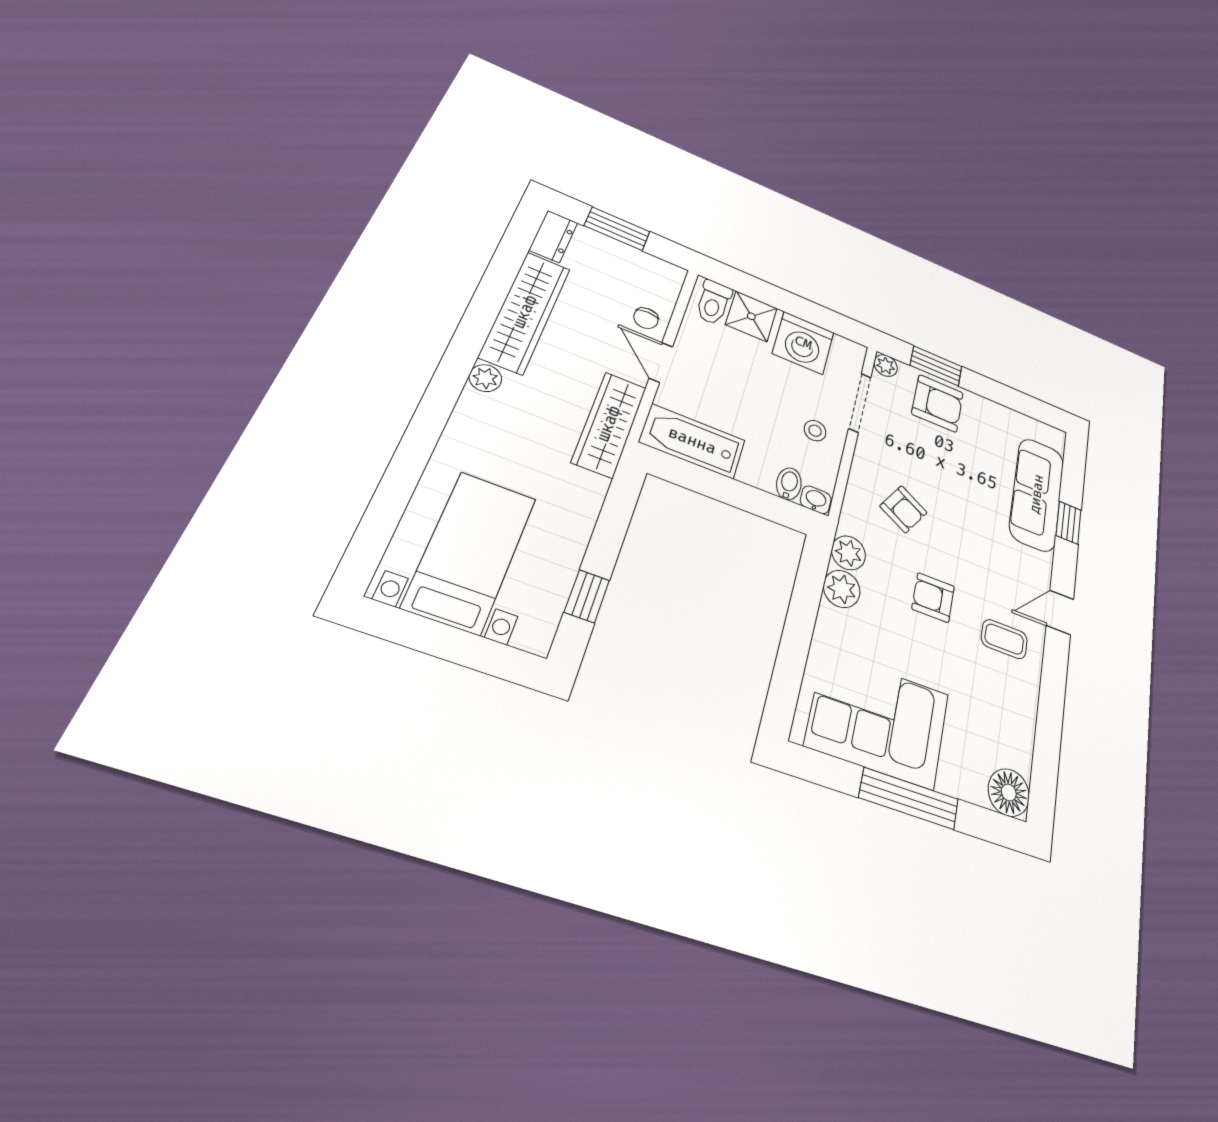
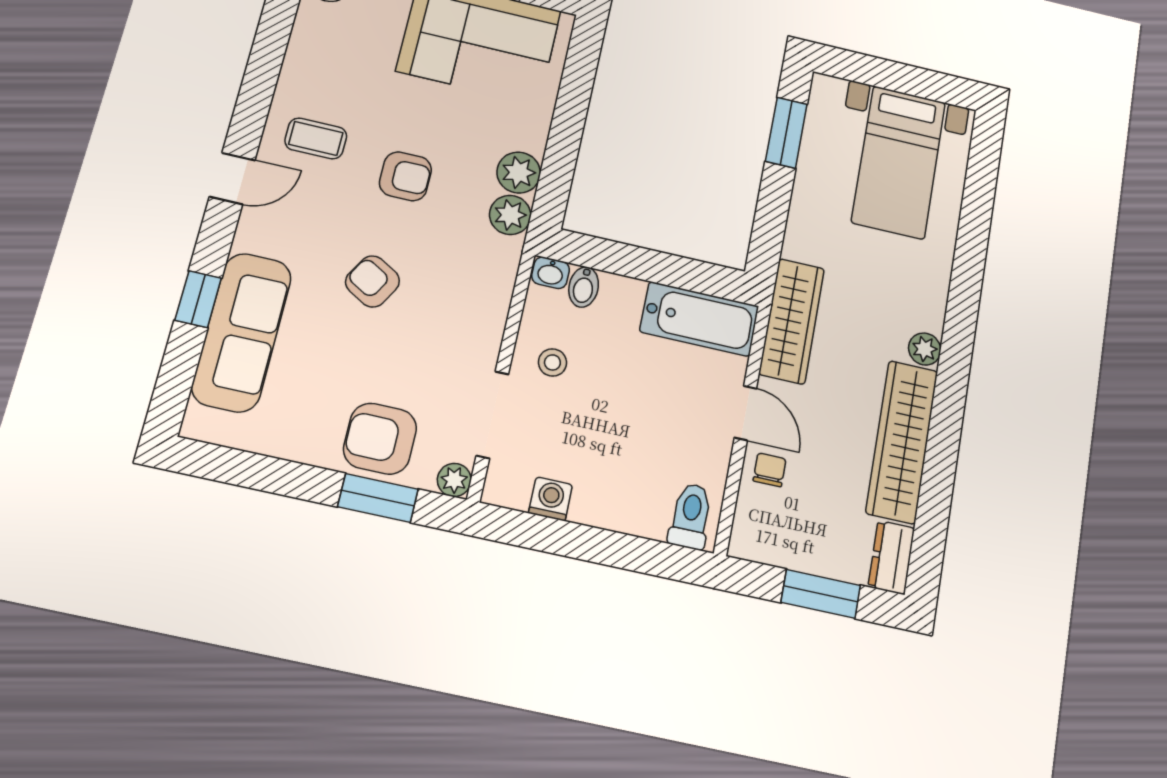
shower: (751, 316) -> (641, 508), removed
washing machine: (803, 343) -> (551, 499), width x0.53, depth x0.53
armchair: (903, 509) -> (372, 281), moved
window: (587, 596) -> (786, 133), width x1.50

